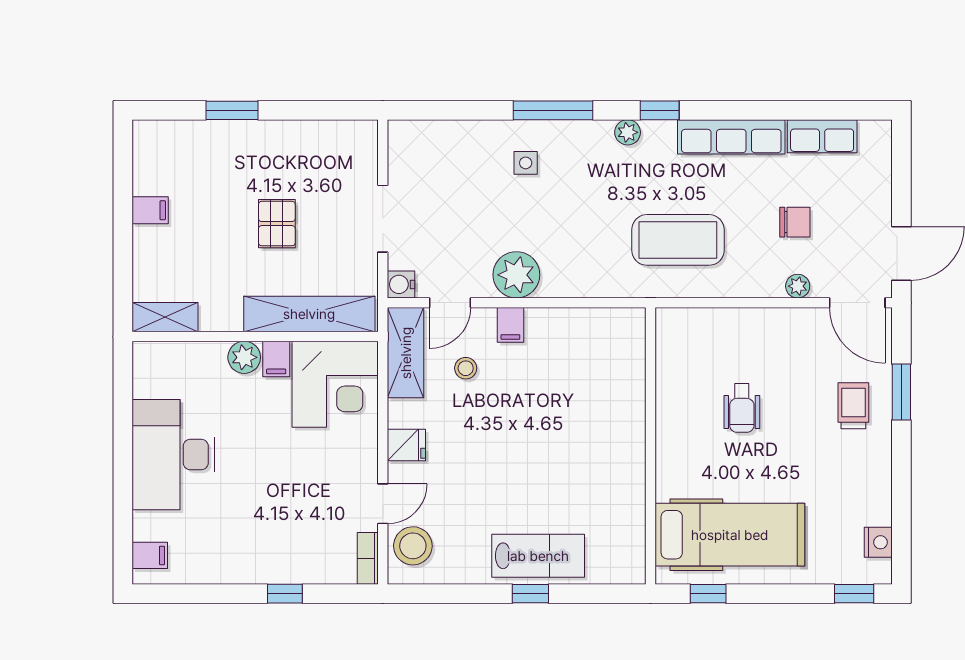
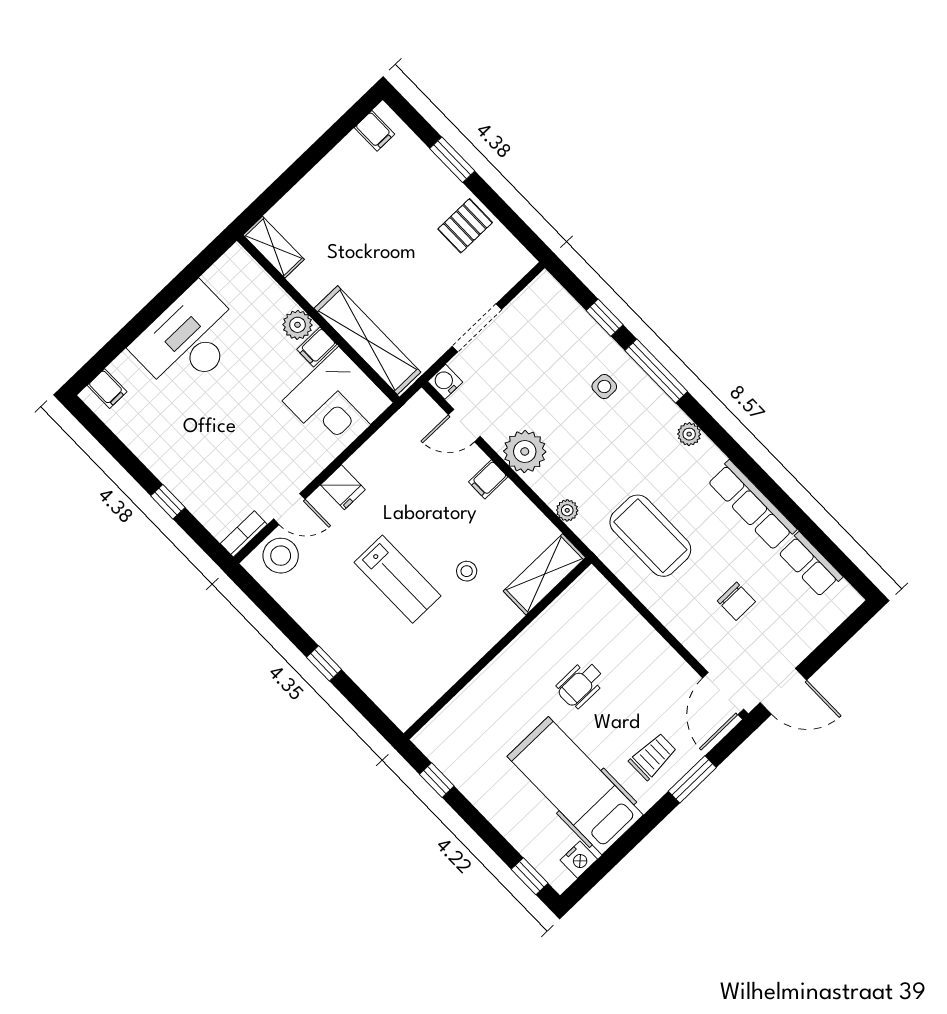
window: (660, 110) -> (605, 318), moved
filing cabinet: (150, 210) -> (374, 131), moved
pallet: (277, 224) -> (465, 226), moved
plant: (798, 286) -> (567, 510), moved
shelving: (406, 353) -> (544, 574), moved
stool: (466, 368) -> (467, 571), moved
hospital bed: (730, 535) -> (575, 786), moved, turned 180
lab bench: (538, 556) -> (397, 579), moved

